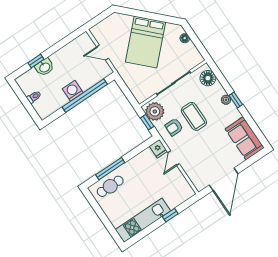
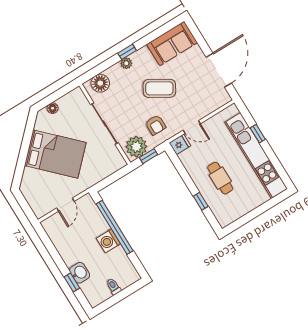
coffee table: (194, 116) -> (159, 88), moved, turned 31
window: (110, 169) -> (201, 201), width x0.46
door: (223, 179) -> (219, 70), hinge flipped
cafe table: (110, 186) -> (220, 178), moved
kitchen unit: (143, 220) -> (256, 155), width x1.36

